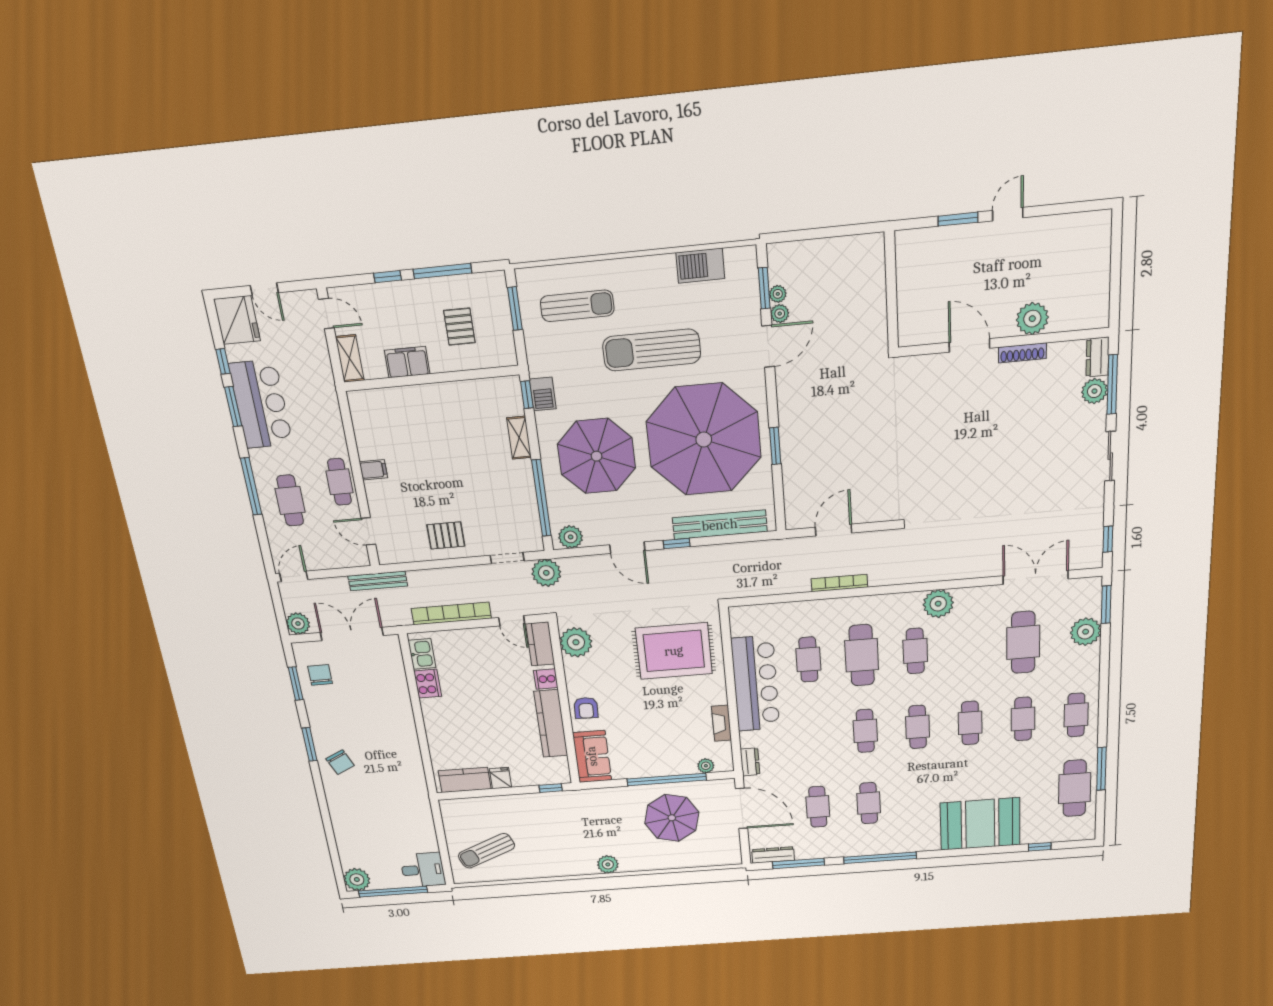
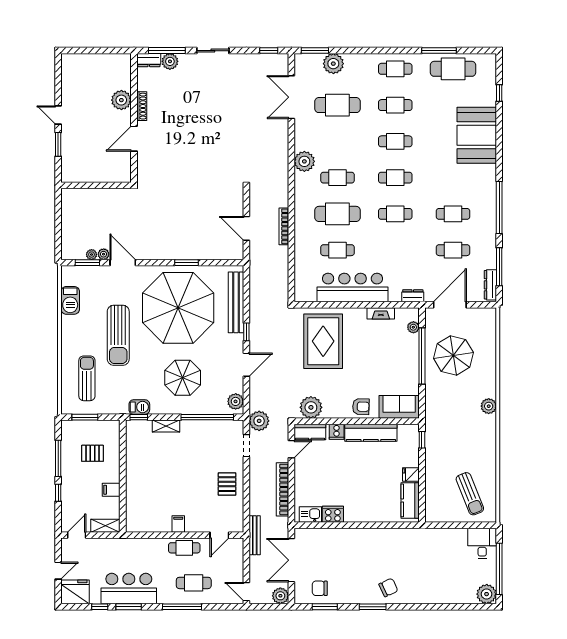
filing cabinet: (407, 362) -> (111, 490), width x0.50
parasol: (597, 456) -> (183, 378), width x0.73, depth x0.73

